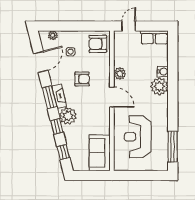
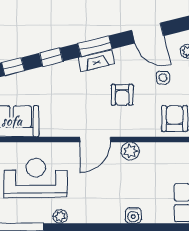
plant: (159, 86) -> (60, 216), moved, width x0.53, depth x0.53
plant: (68, 116) -> (67, 74), removed

